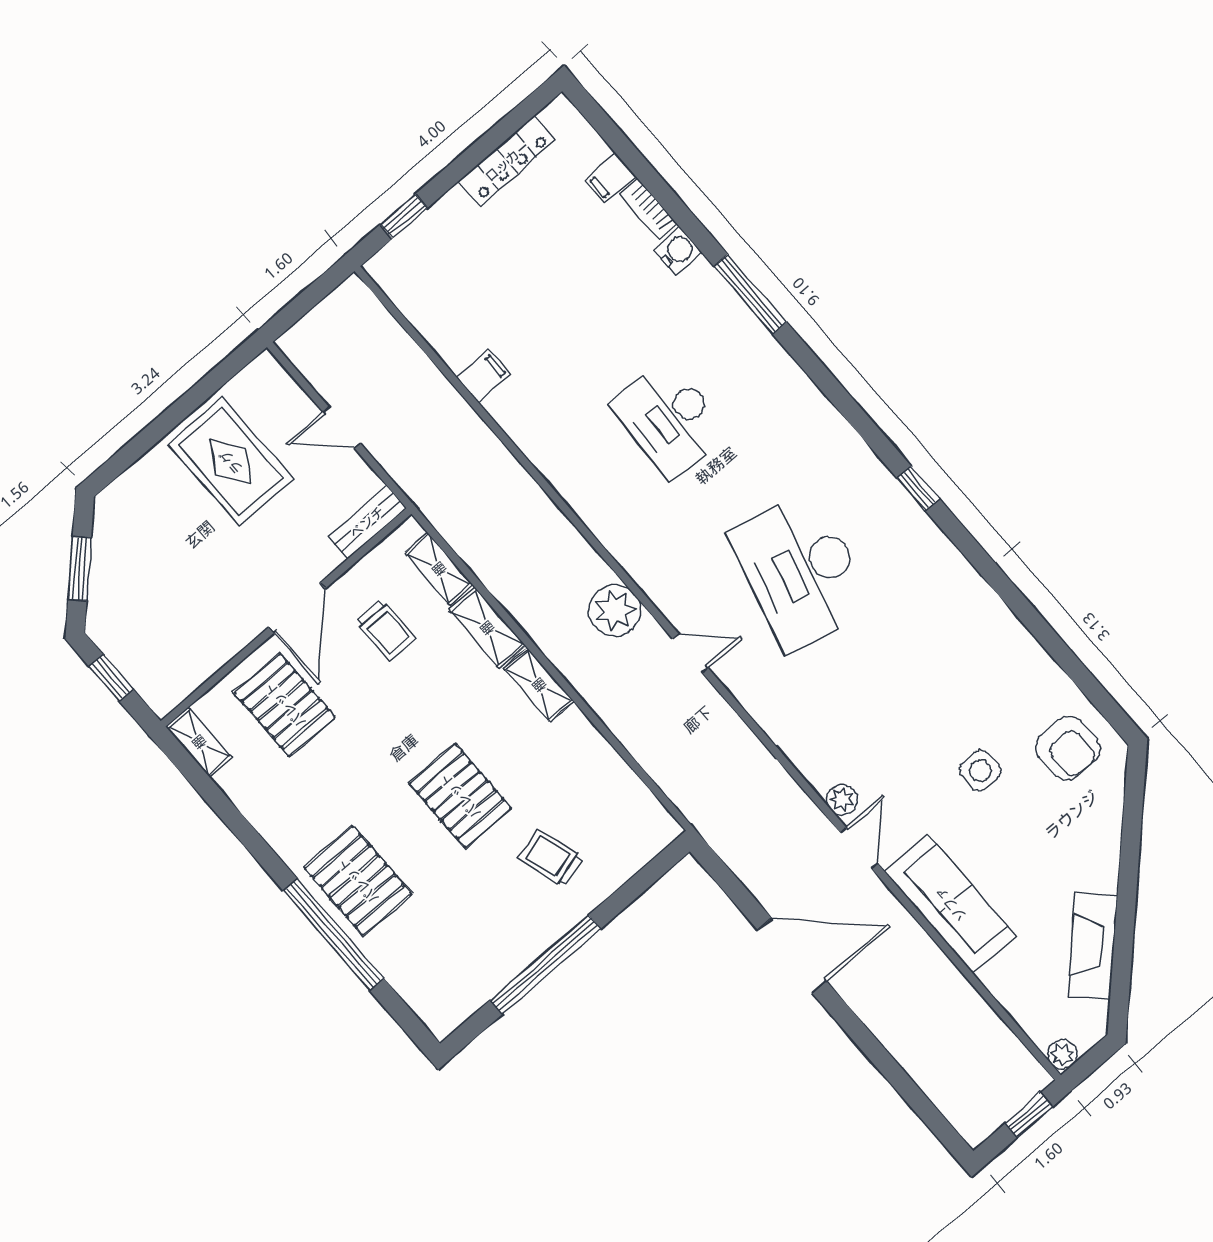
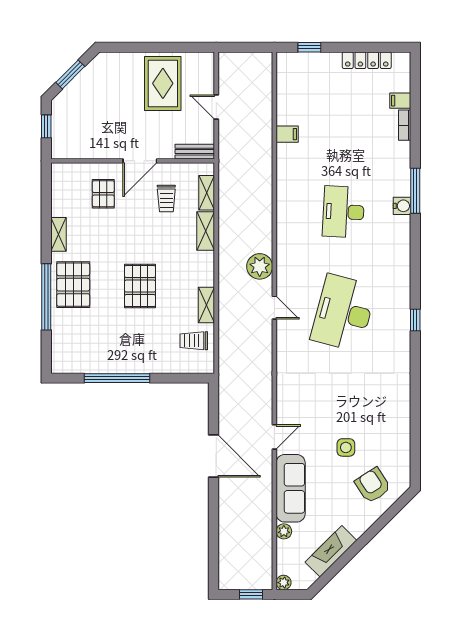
water cooler: (678, 251) -> (402, 206), moved
shelving: (539, 685) -> (206, 305), moved
pallet: (285, 705) -> (103, 194), width x0.67, depth x0.71
shelving: (199, 742) -> (58, 234), moved
armchair: (1068, 748) -> (373, 485), moved, turned 147
plant: (842, 800) -> (284, 531), moved
trolley: (551, 858) -> (194, 341), moved, turned -73

